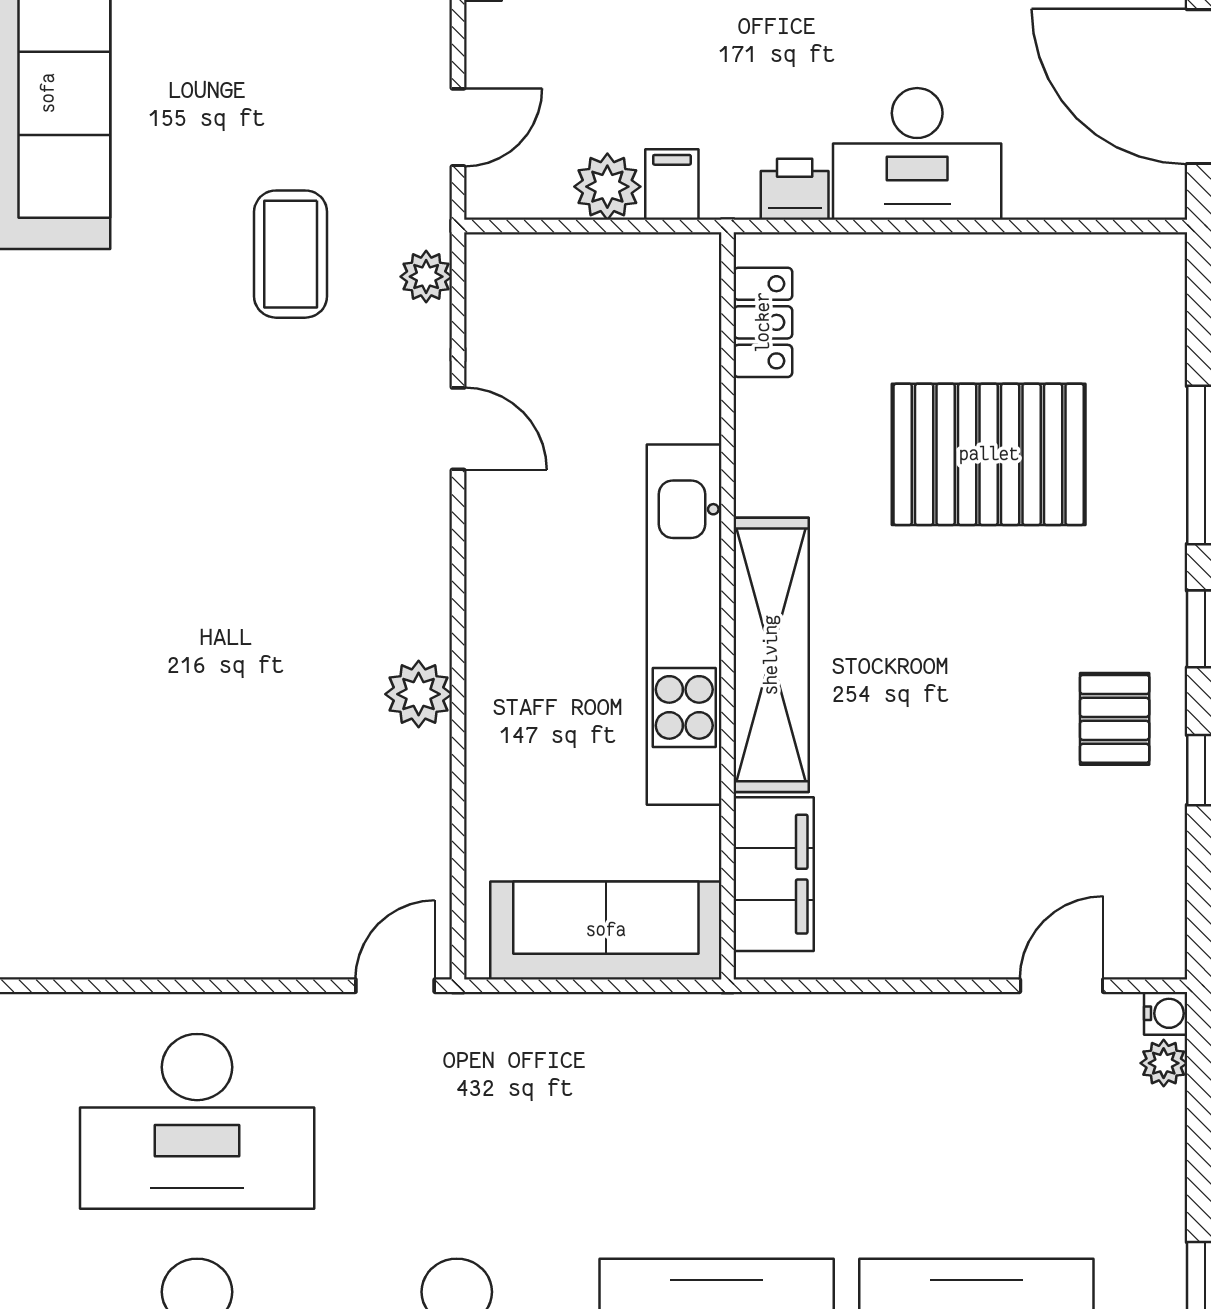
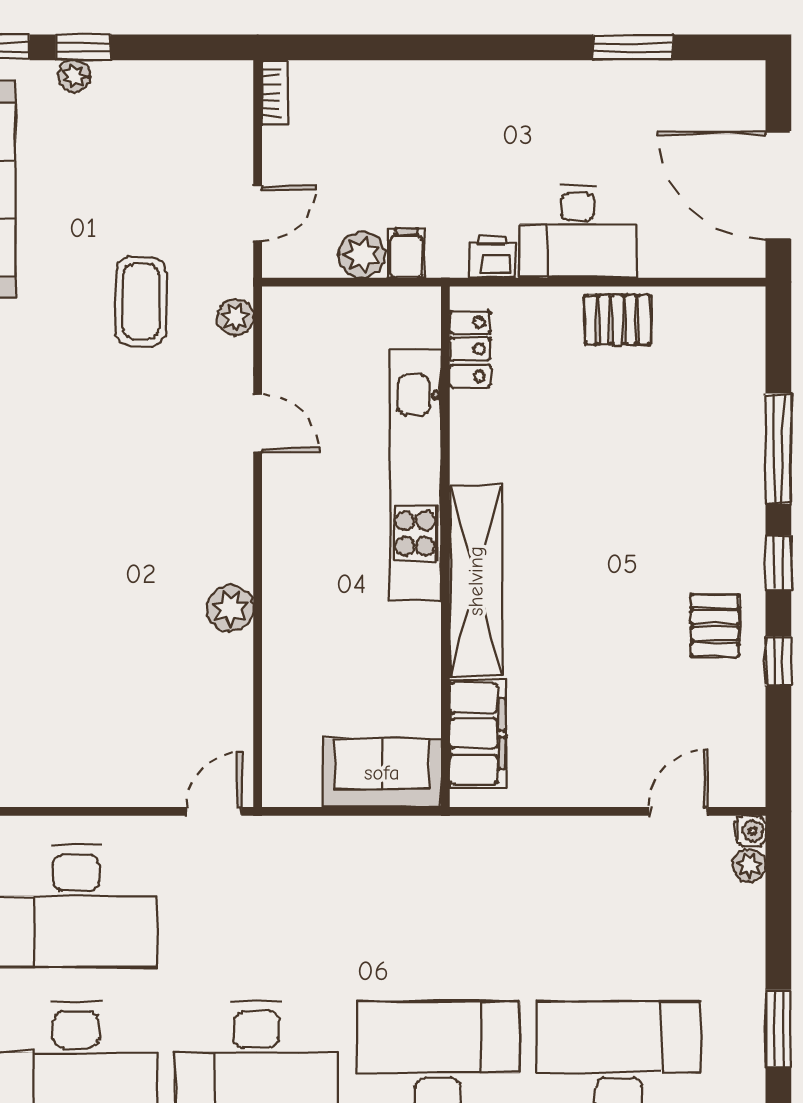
pallet: (989, 454) -> (618, 320), moved, width x0.49, depth x0.50
kitchen unit: (684, 625) -> (415, 476), moved
sofa: (606, 930) -> (382, 773), width x0.73

